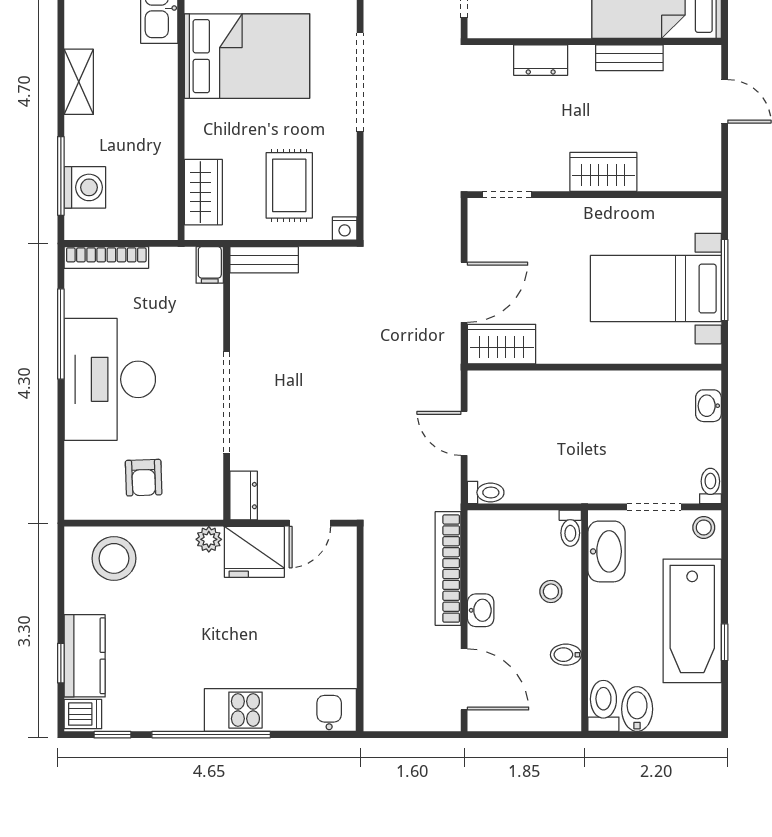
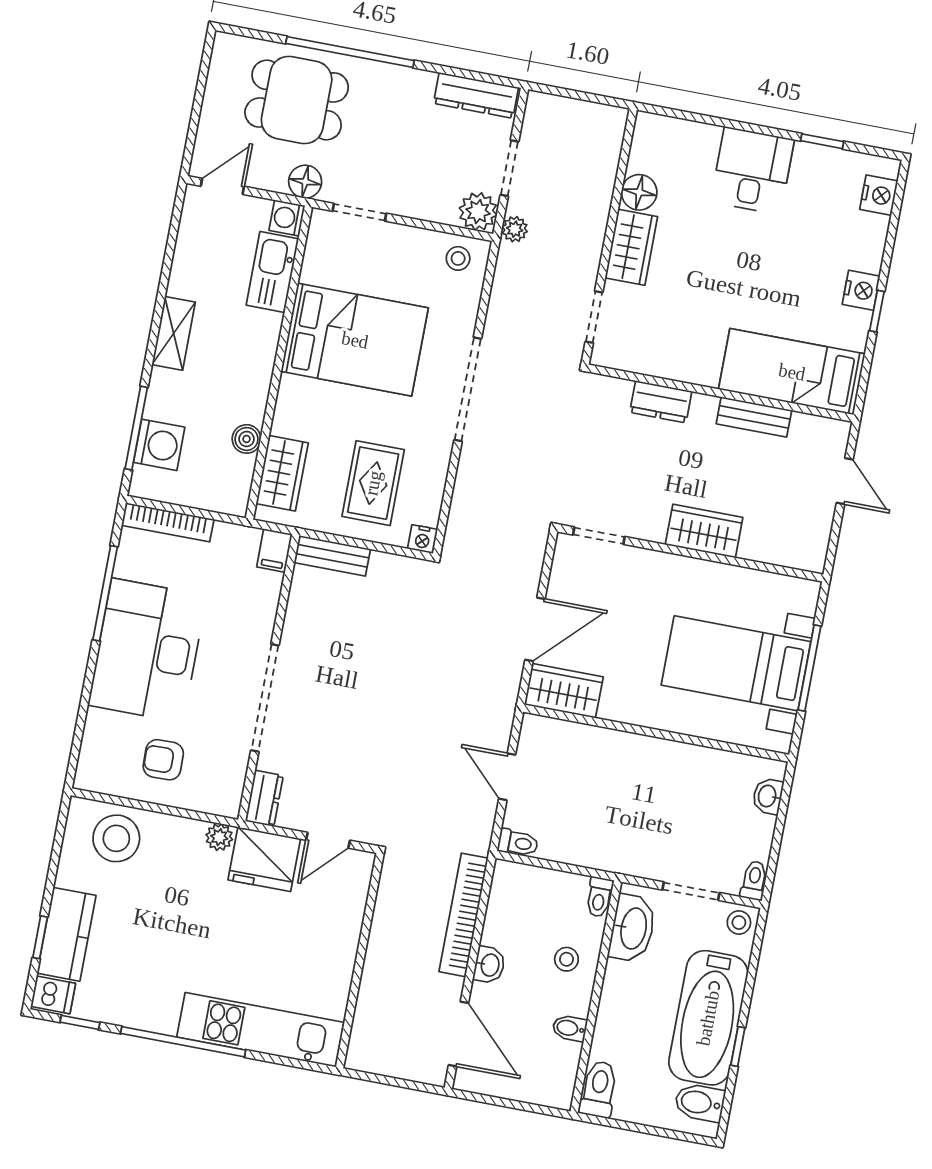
boiler: (165, 167) -> (247, 439), added
armchair: (144, 478) -> (163, 760), turned 91
bidet: (637, 709) -> (700, 1103), moved, turned -90

